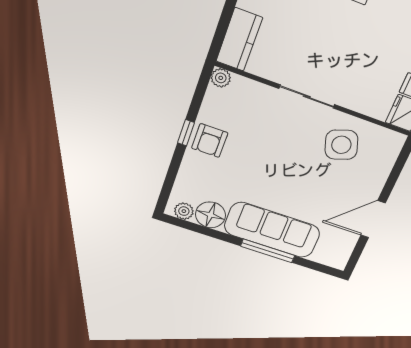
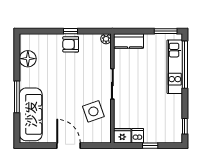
plant: (184, 211) -> (25, 44), removed
door: (373, 219) -> (69, 146), moved
sofa: (272, 230) -> (31, 114), moved

